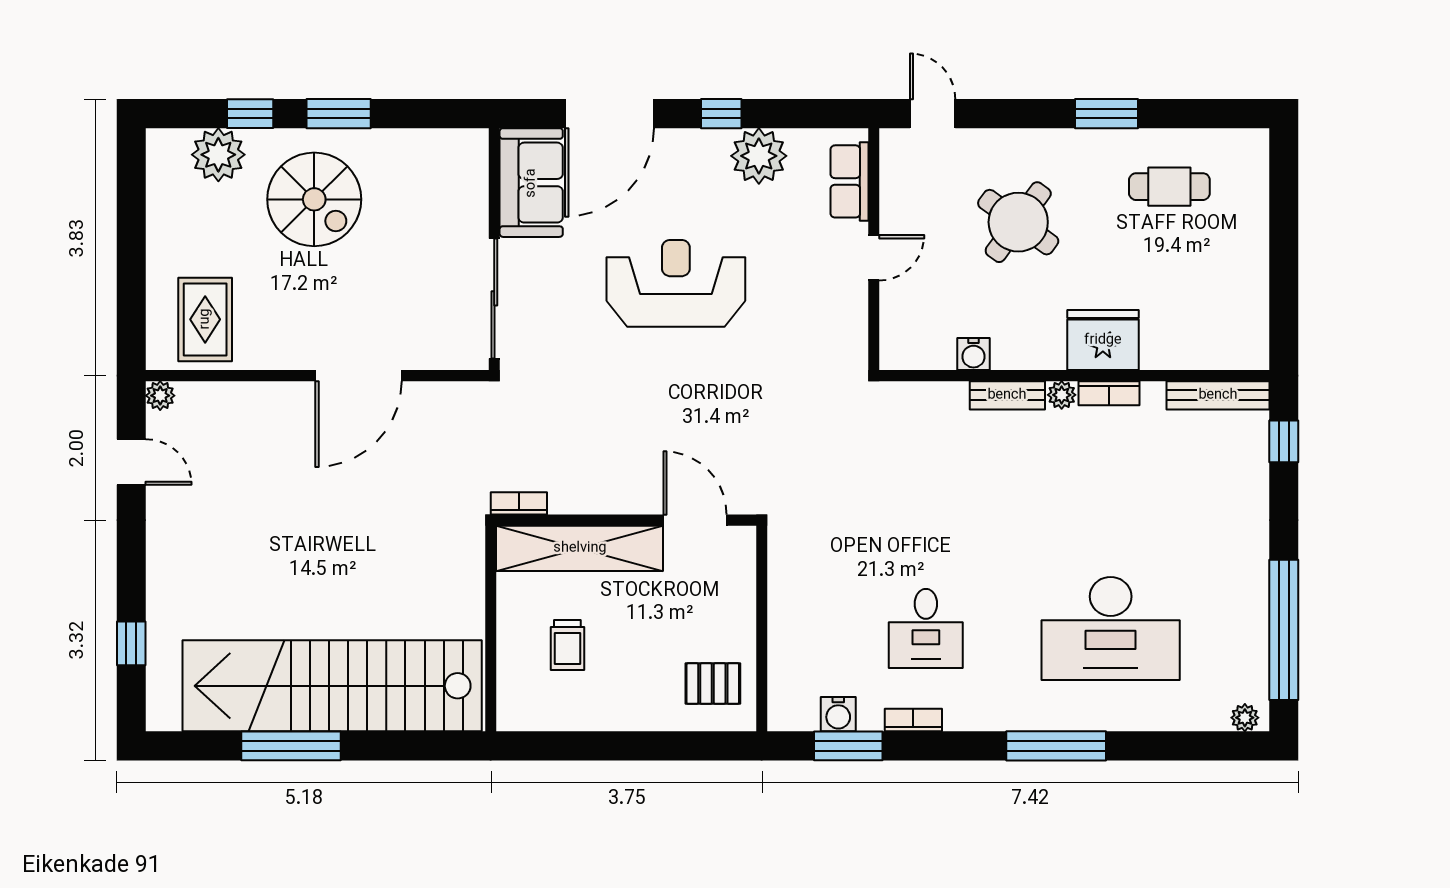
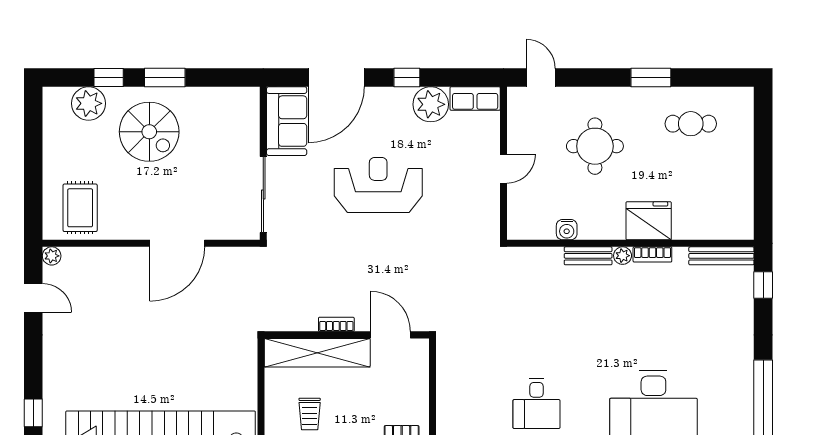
row of seats: (849, 181) -> (475, 99), moved, turned -90
round table: (1018, 222) -> (595, 146), turned -36
bookcase: (519, 503) -> (336, 324), moved

